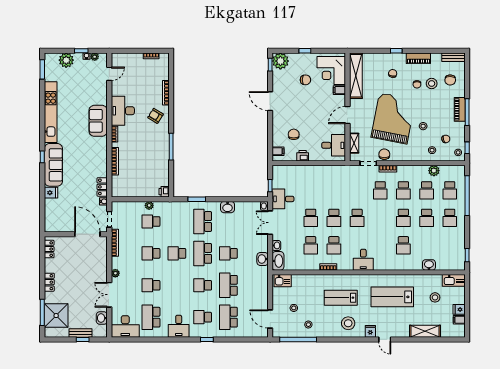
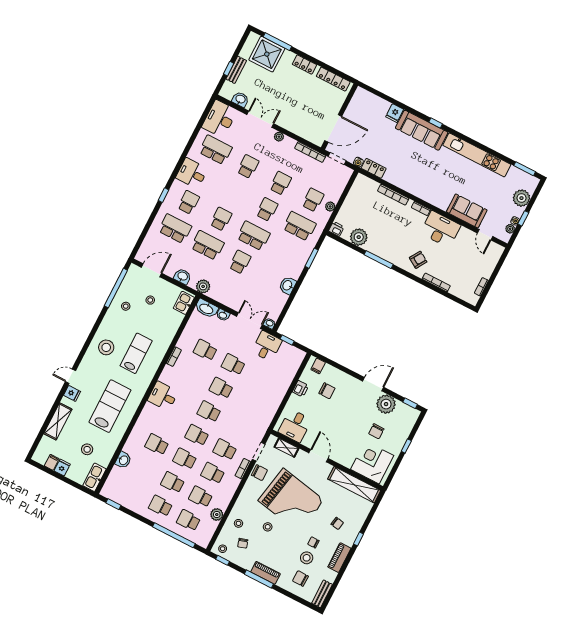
plant: (280, 61) -> (386, 404), moved
filing cabinet: (339, 90) -> (348, 460), removed
sofa: (98, 121) -> (467, 211), moved
plant: (162, 171) -> (359, 237), added
school desk: (203, 221) -> (299, 226), moved
school desk: (334, 245) -> (197, 435), moved
locker: (49, 249) -> (333, 79), width x1.53
washbasin: (263, 259) -> (183, 276), moved
plant: (262, 272) -> (203, 286), added
fridge: (370, 331) -> (72, 393), moved

